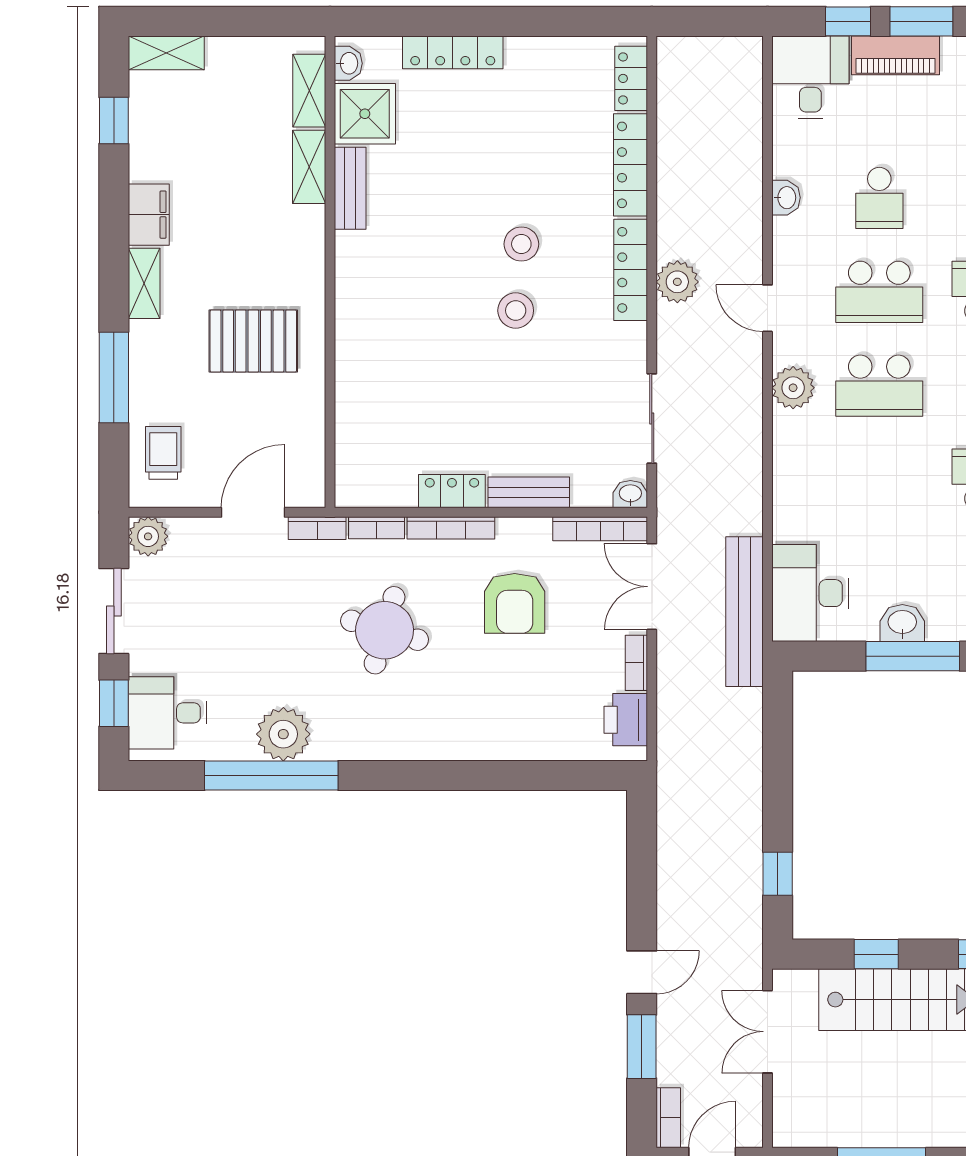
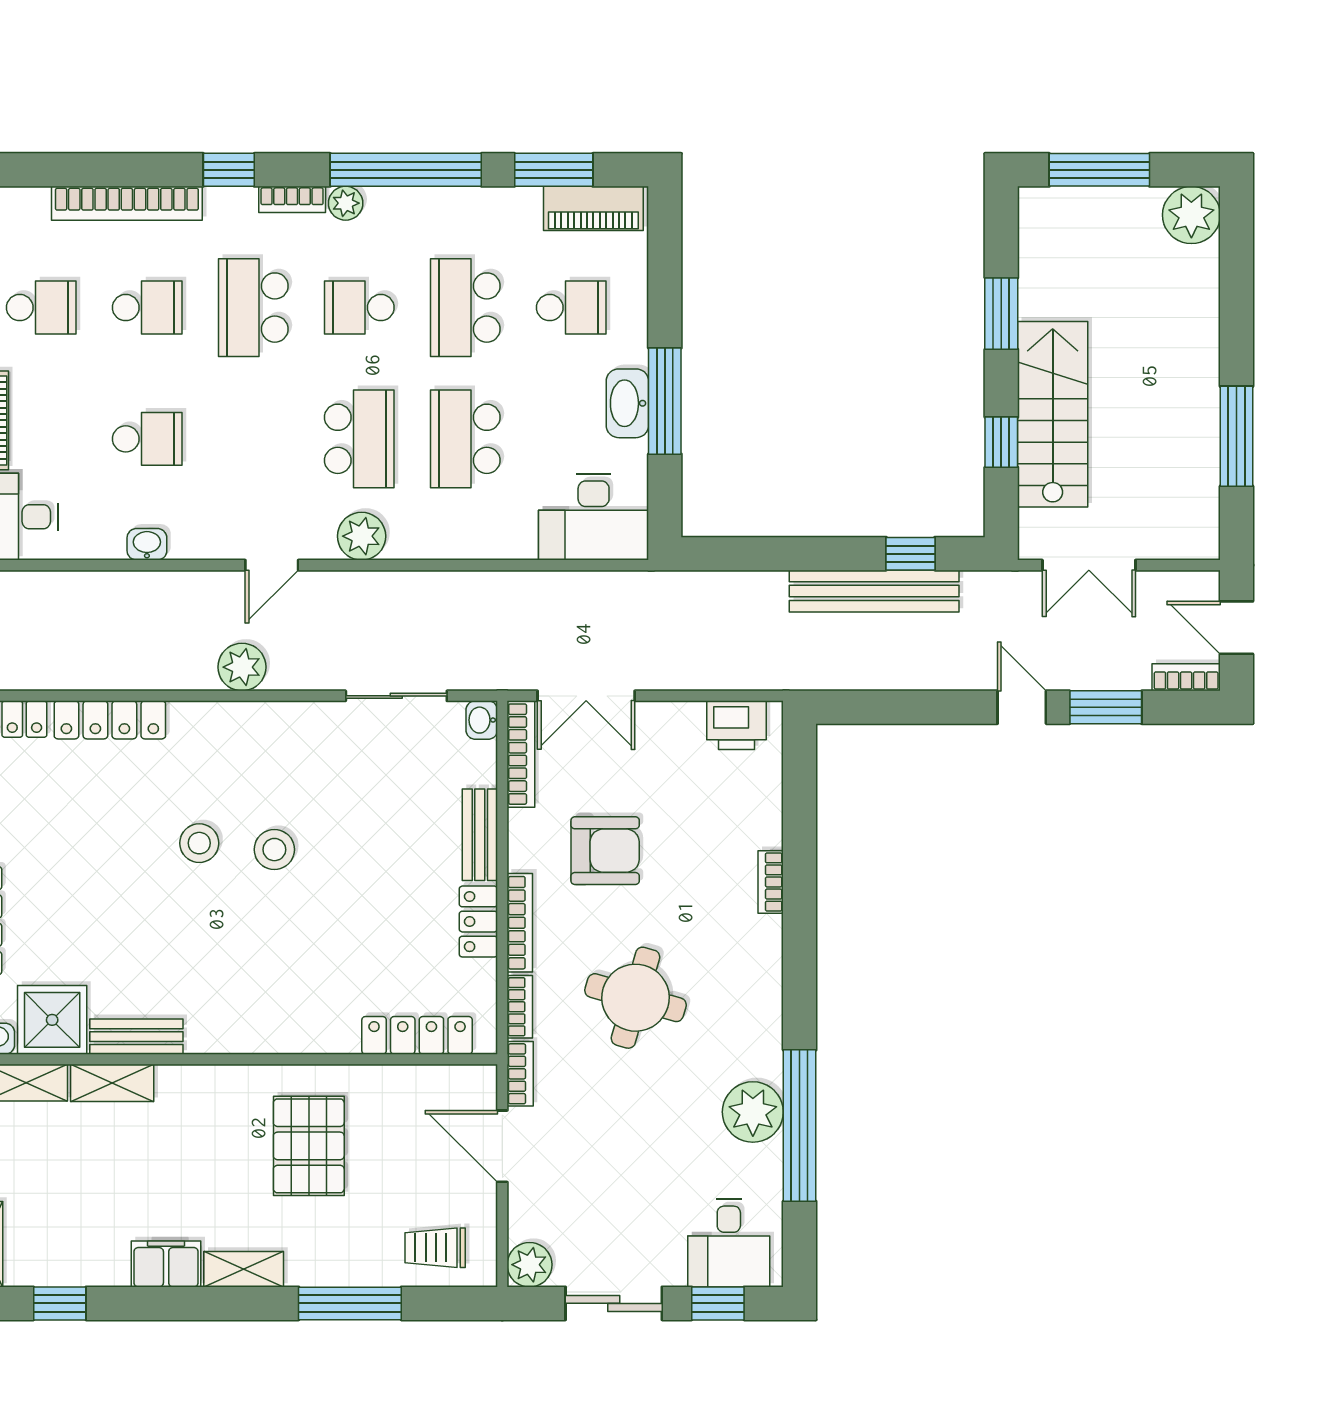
locker: (631, 270) -> (417, 1035), moved, turned 180
school desk: (879, 292) -> (465, 439), moved, turned 180
bench: (744, 612) -> (874, 591), moved
washbasin: (902, 623) -> (627, 403), width x1.38
bookcase: (636, 663) -> (771, 882), moved, turned 90

